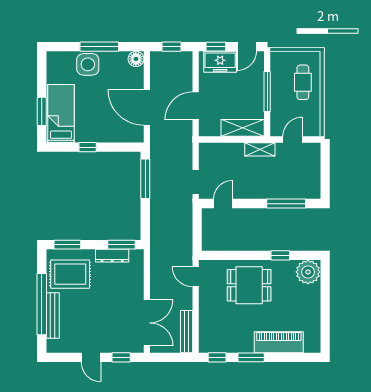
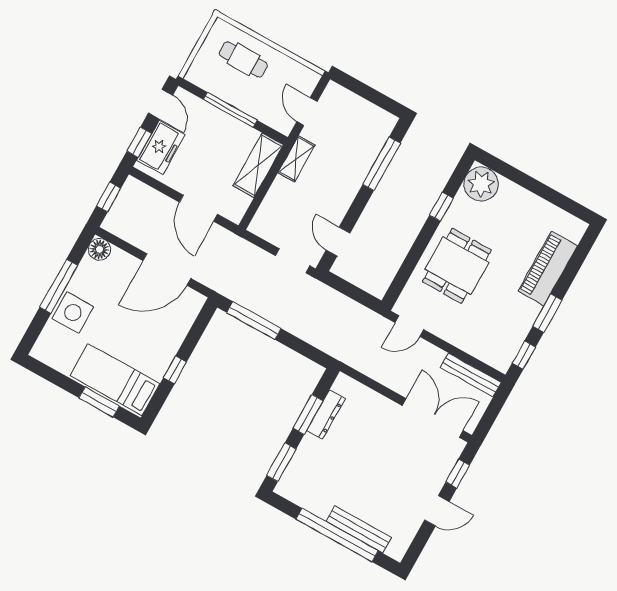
window: (121, 245) -> (308, 415), moved
rug: (70, 274) -> (320, 479), removed

